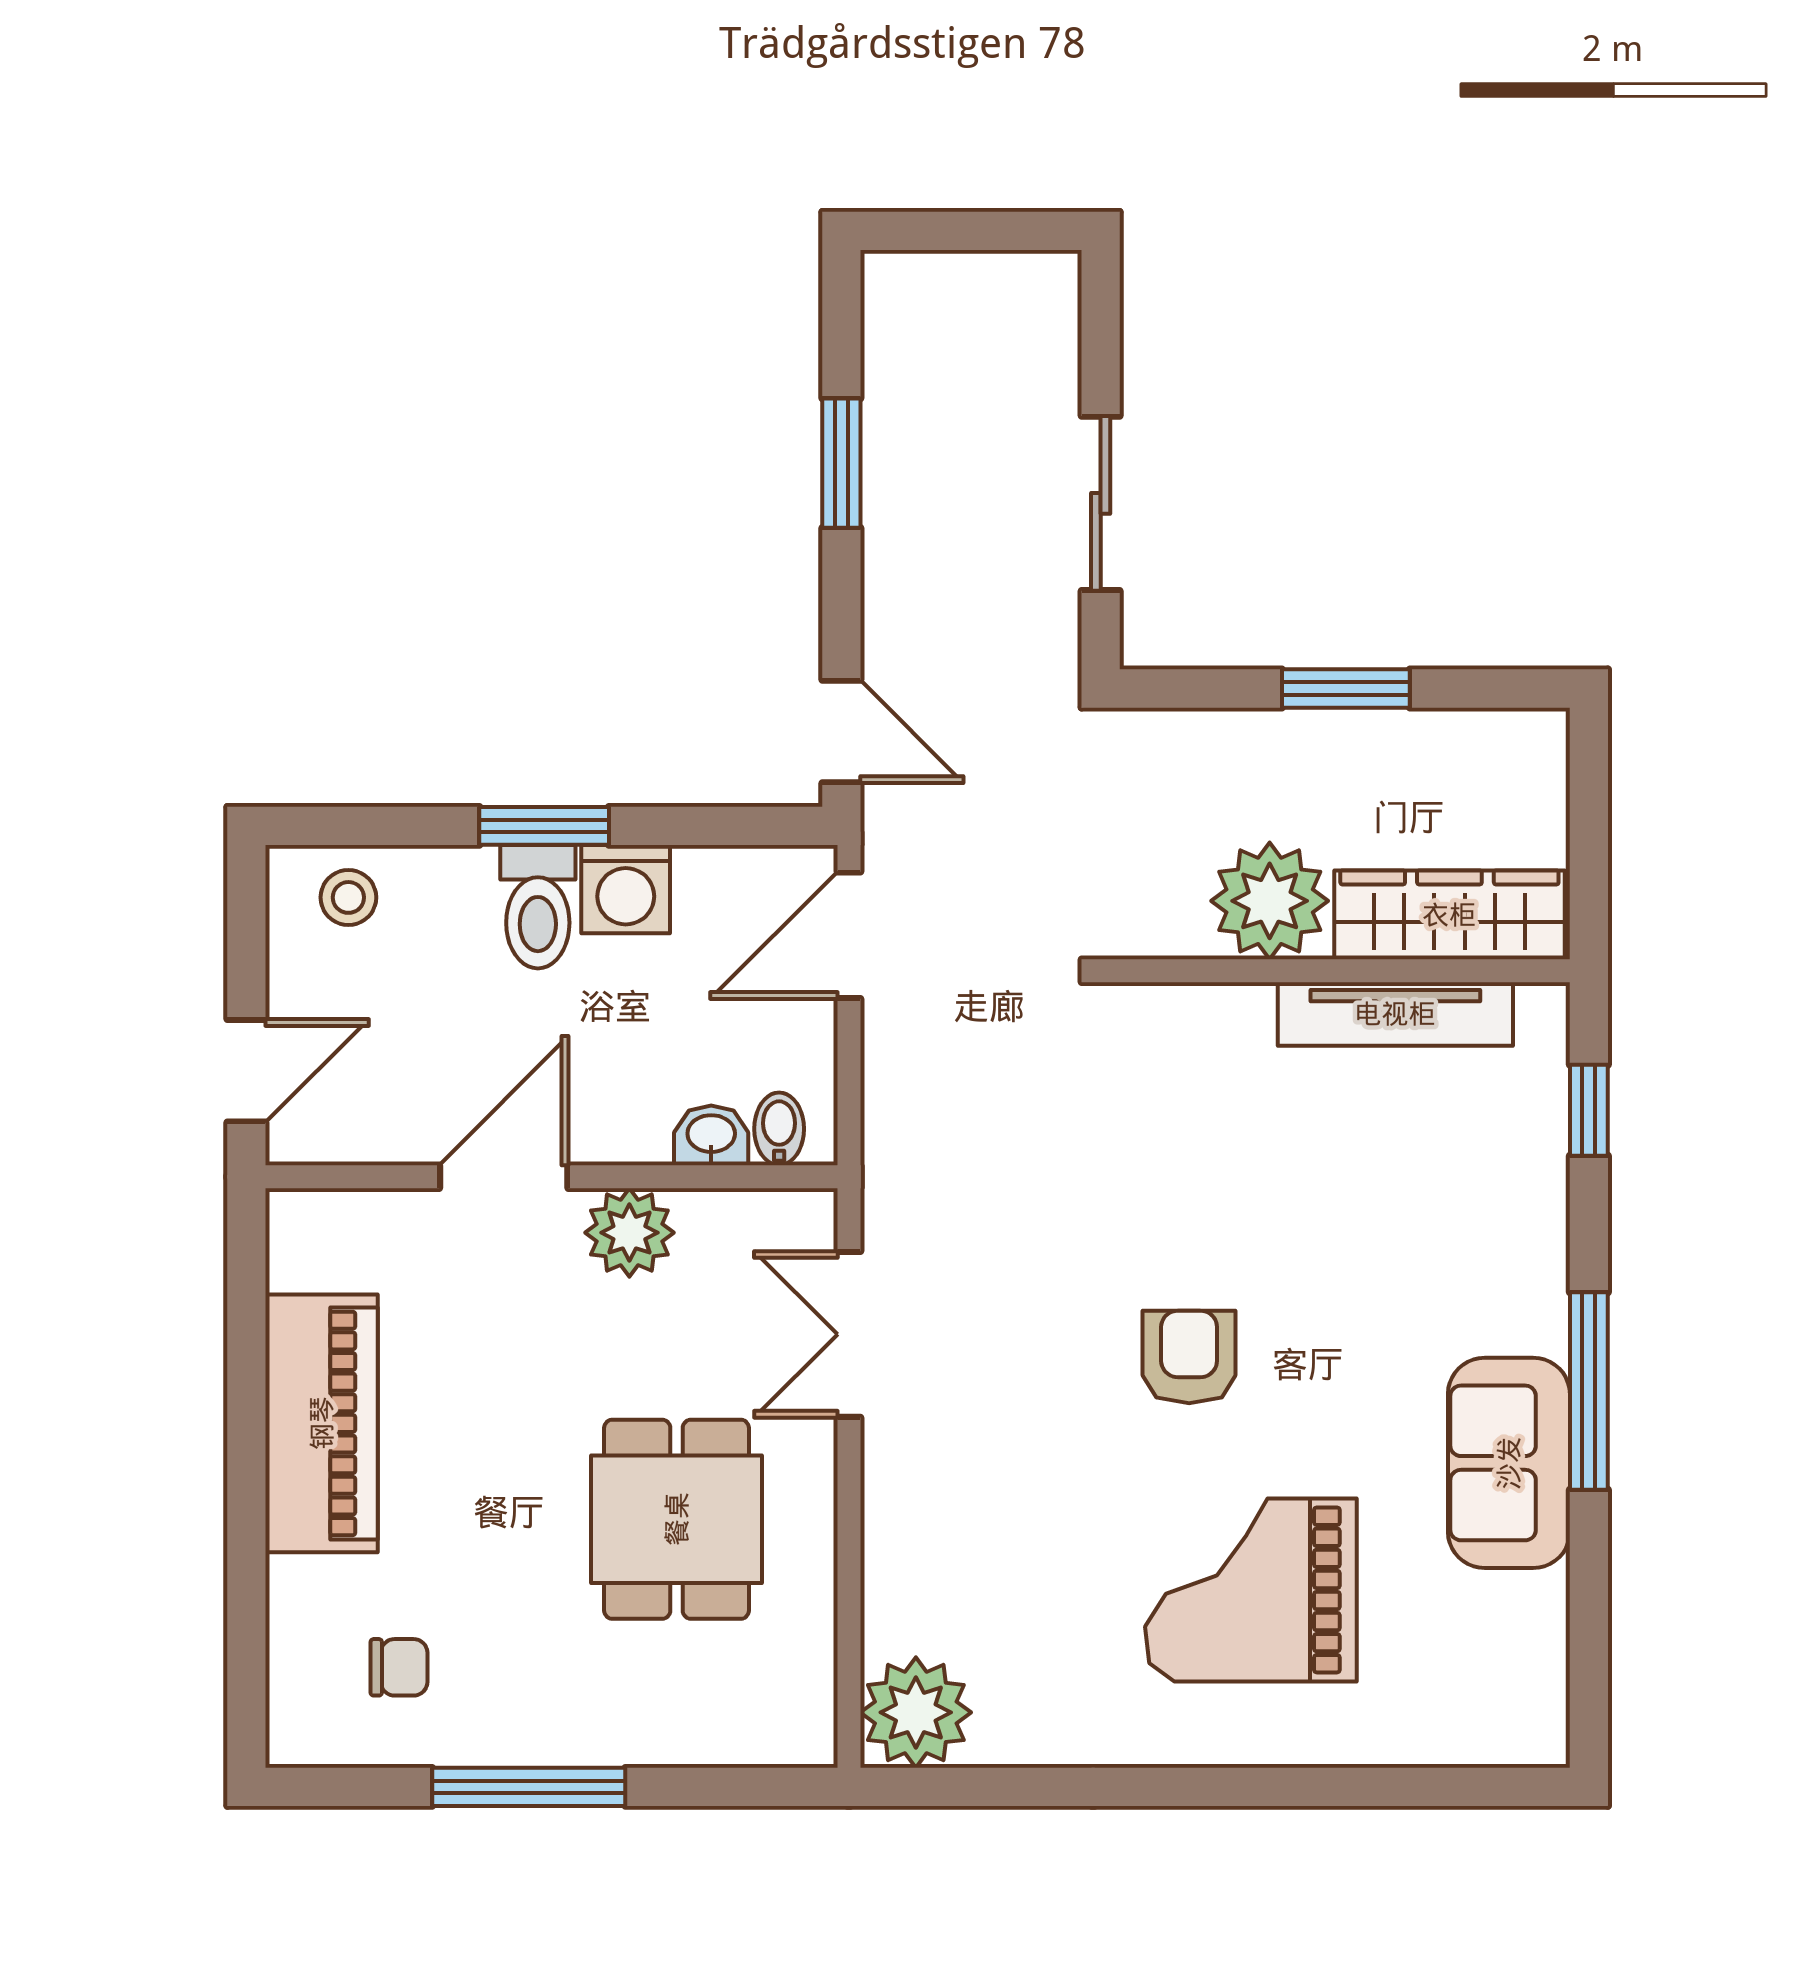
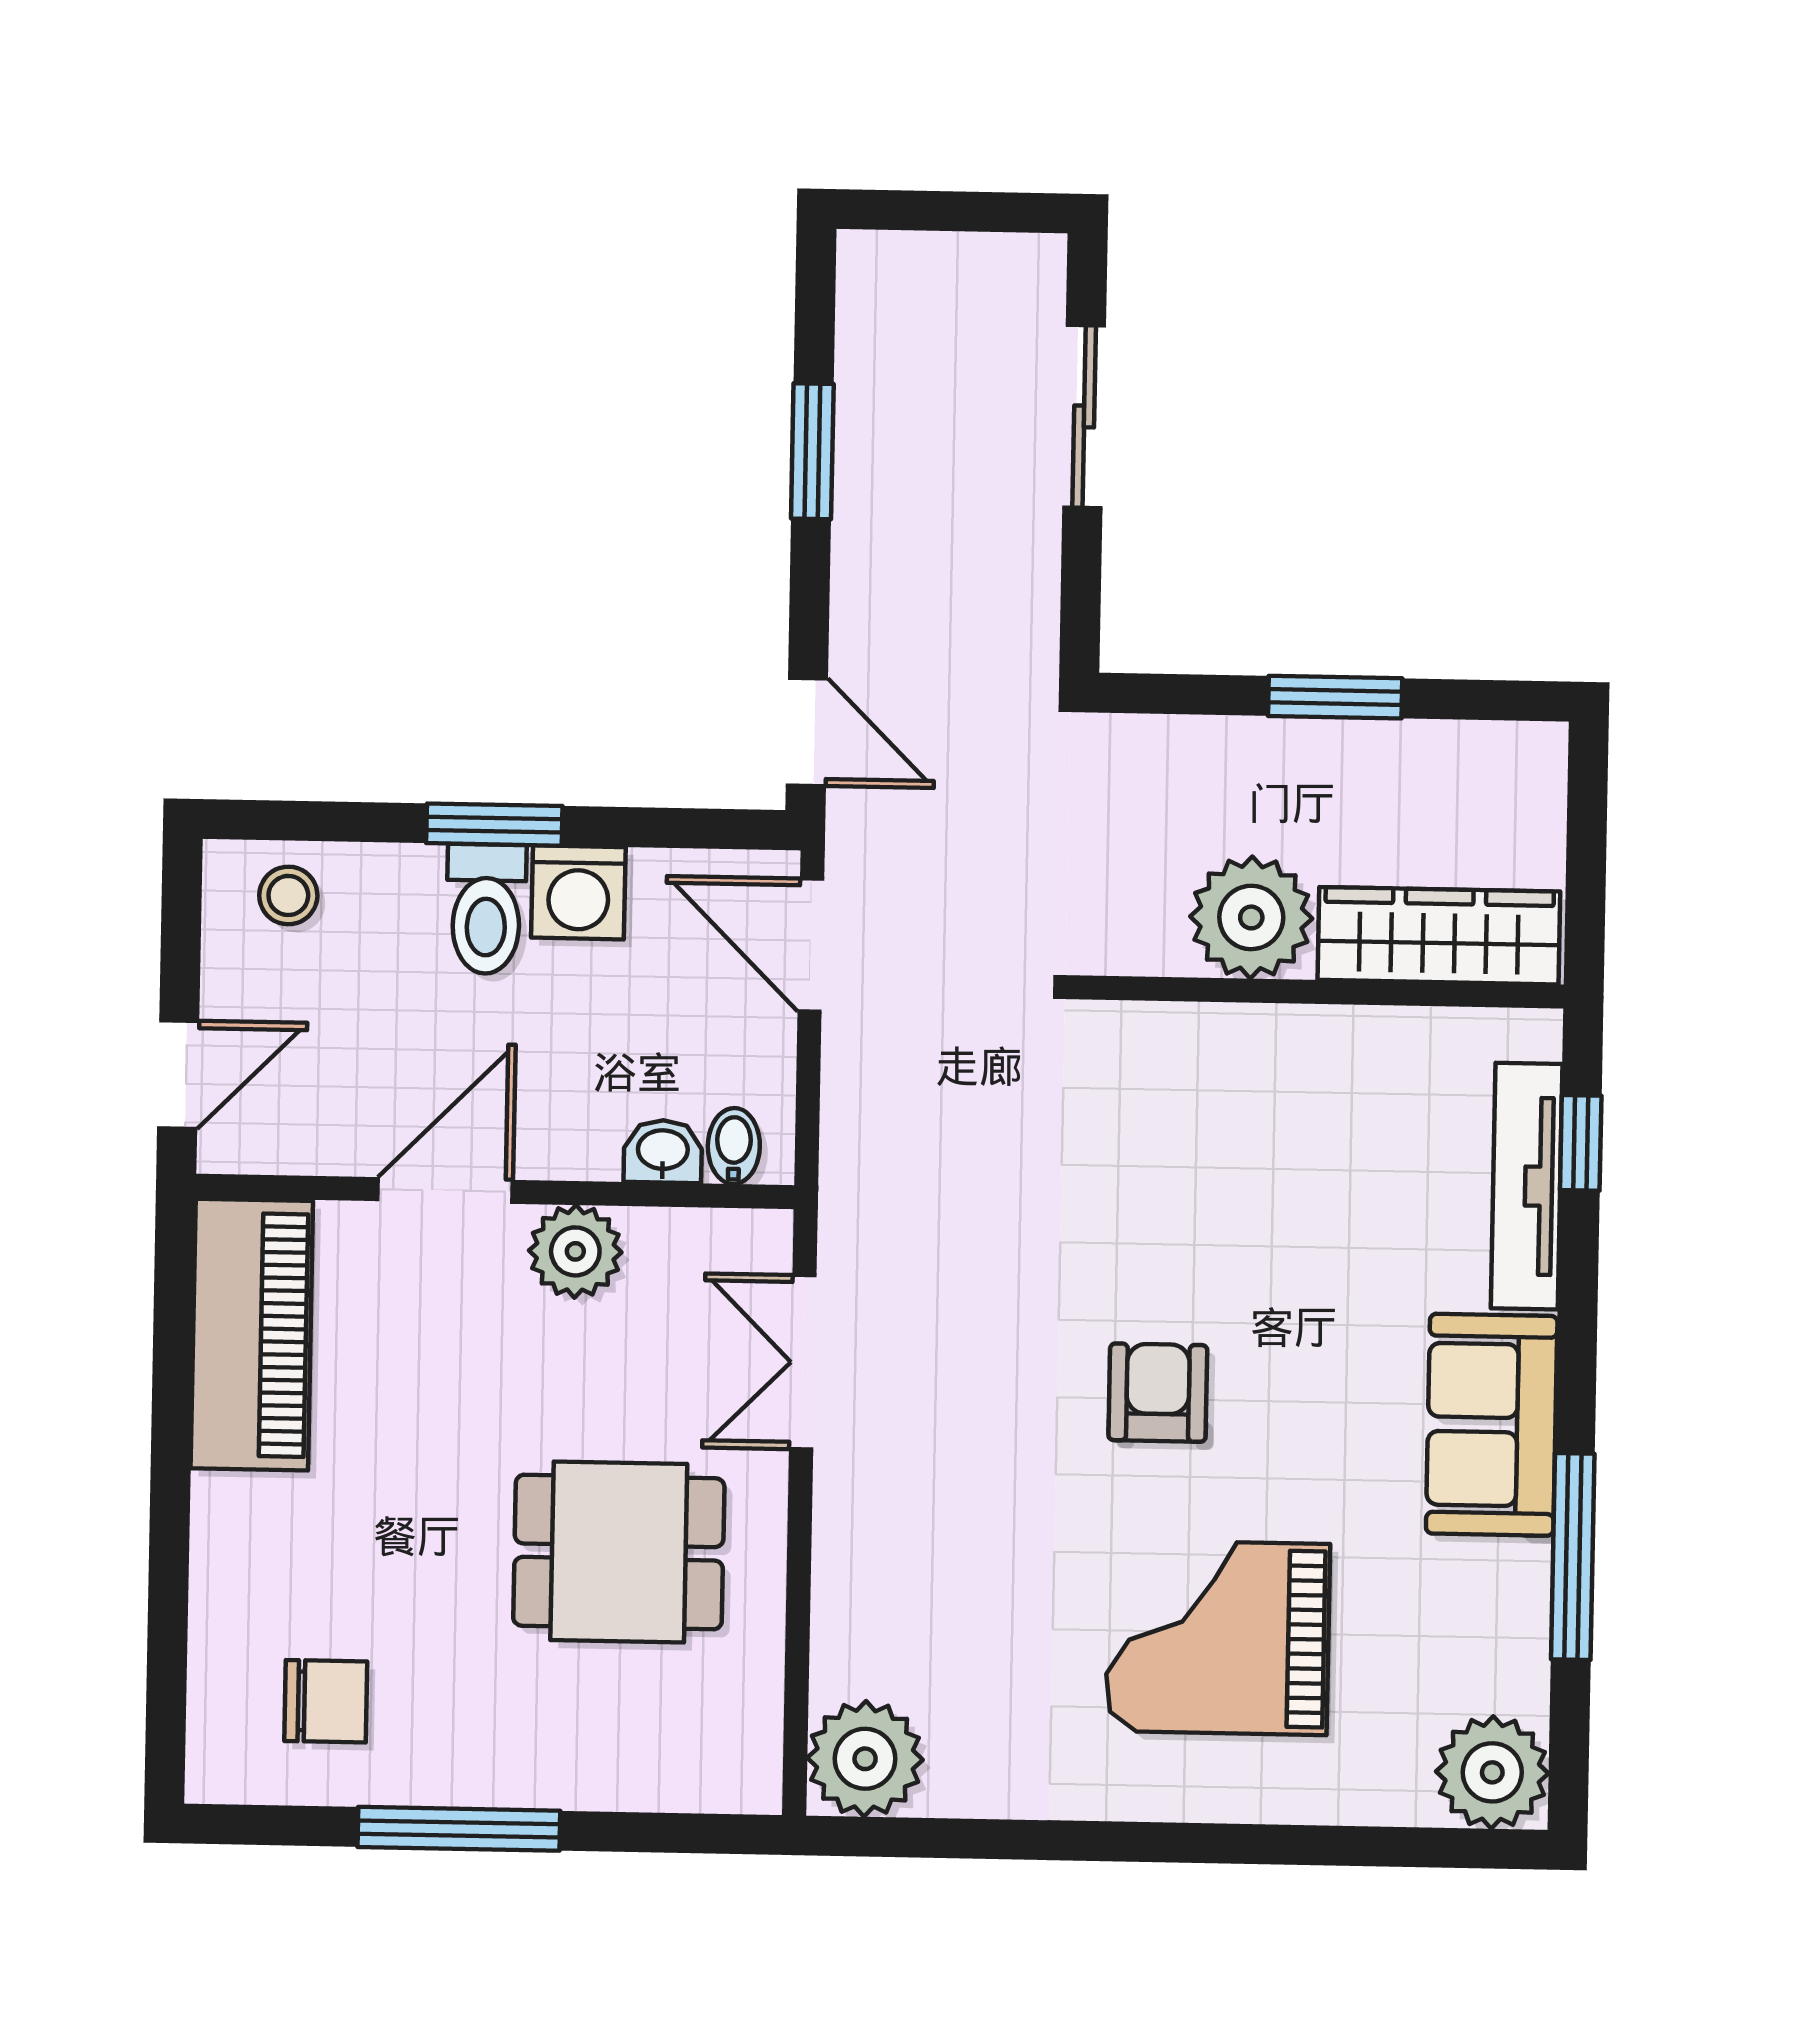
sliding door: (1101, 503) -> (1084, 416), moved
door: (849, 935) -> (811, 945), hinge flipped
tv unit: (1395, 1014) -> (1527, 1186), moved, turned 90
window: (1589, 1391) -> (1573, 1556), moved
piano: (322, 1423) -> (252, 1335), moved
sofa: (1509, 1463) -> (1492, 1425), moved
dining table: (677, 1519) -> (619, 1552), turned 90
chair: (399, 1667) -> (326, 1701), width x1.37, depth x1.37
plant: (1516, 1714) -> (1492, 1772), added

